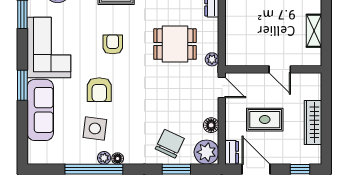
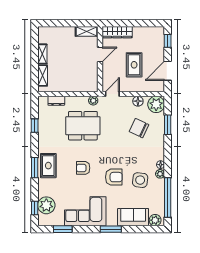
shelving: (314, 31) -> (87, 31), moved
dining table: (175, 44) -> (83, 126), width x1.38
sofa: (40, 110) -> (133, 217), width x0.73
wardrobe: (313, 122) -> (117, 32), moved
chair: (170, 144) -> (139, 128), moved
plant: (36, 151) -> (155, 220), added
dresser: (232, 152) -> (156, 87), removed
window: (94, 169) -> (168, 197), moved

